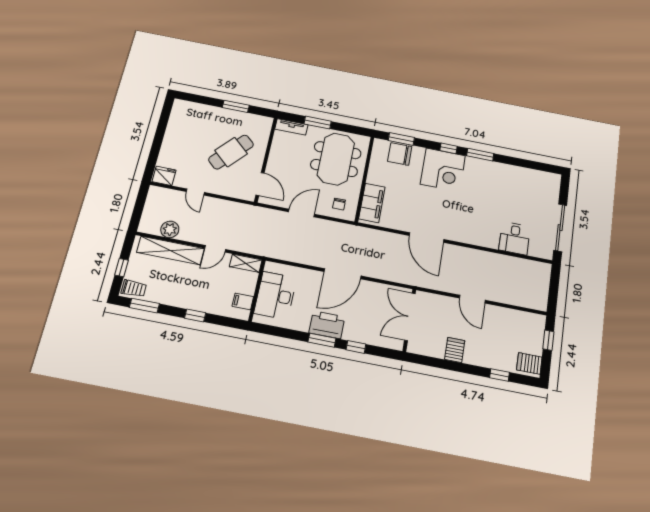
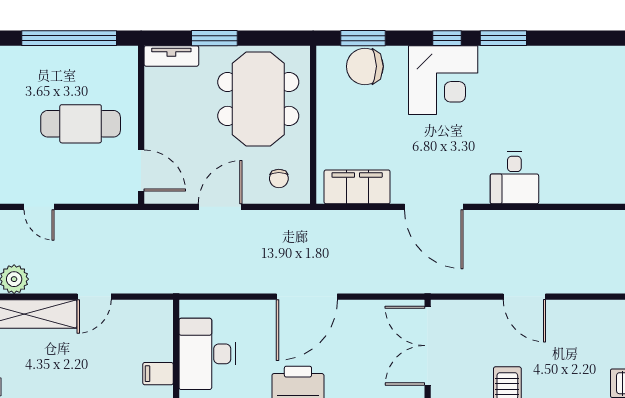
window: (236, 106) -> (69, 38), width x2.11
cafe table: (231, 152) -> (81, 124), turned 48
filing cabinet: (372, 203) -> (357, 187), moved, turned -90
desk: (515, 238) -> (514, 178), moved
shelving: (246, 263) -> (148, 311), removed

